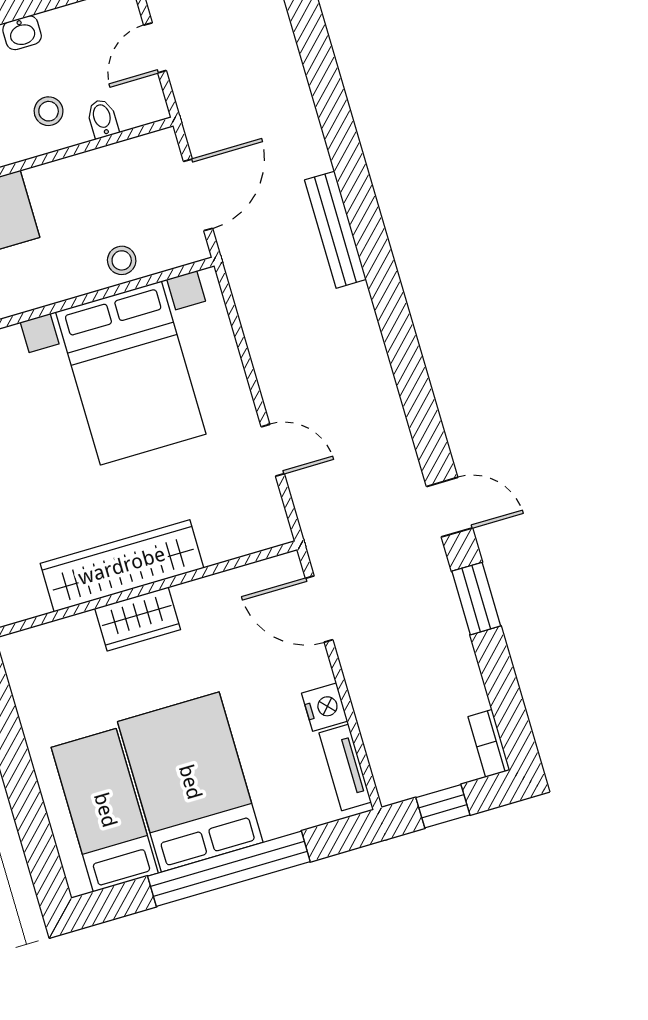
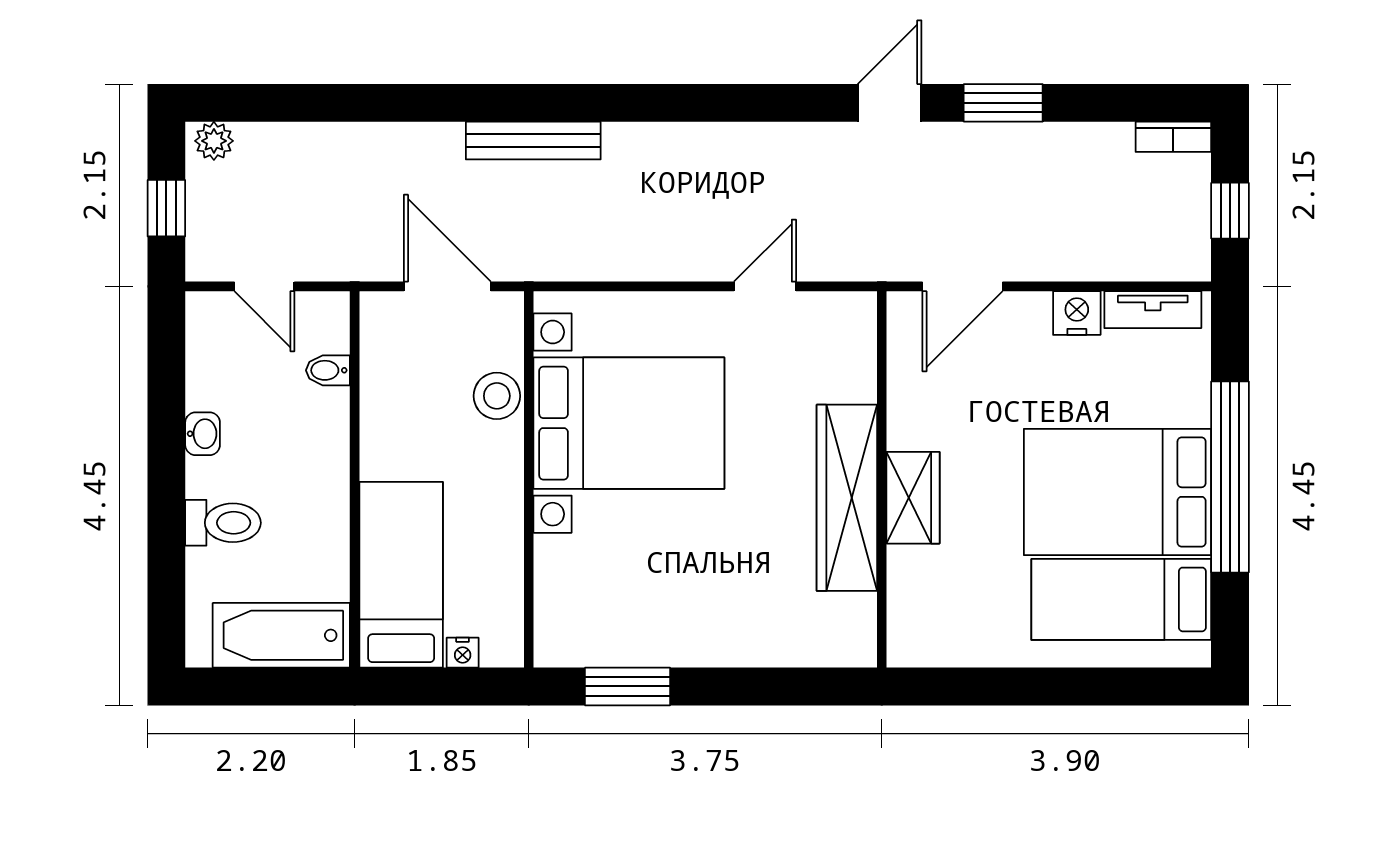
stool: (49, 111) -> (301, 430), removed
stool: (122, 260) -> (497, 396), width x1.37, depth x1.37

